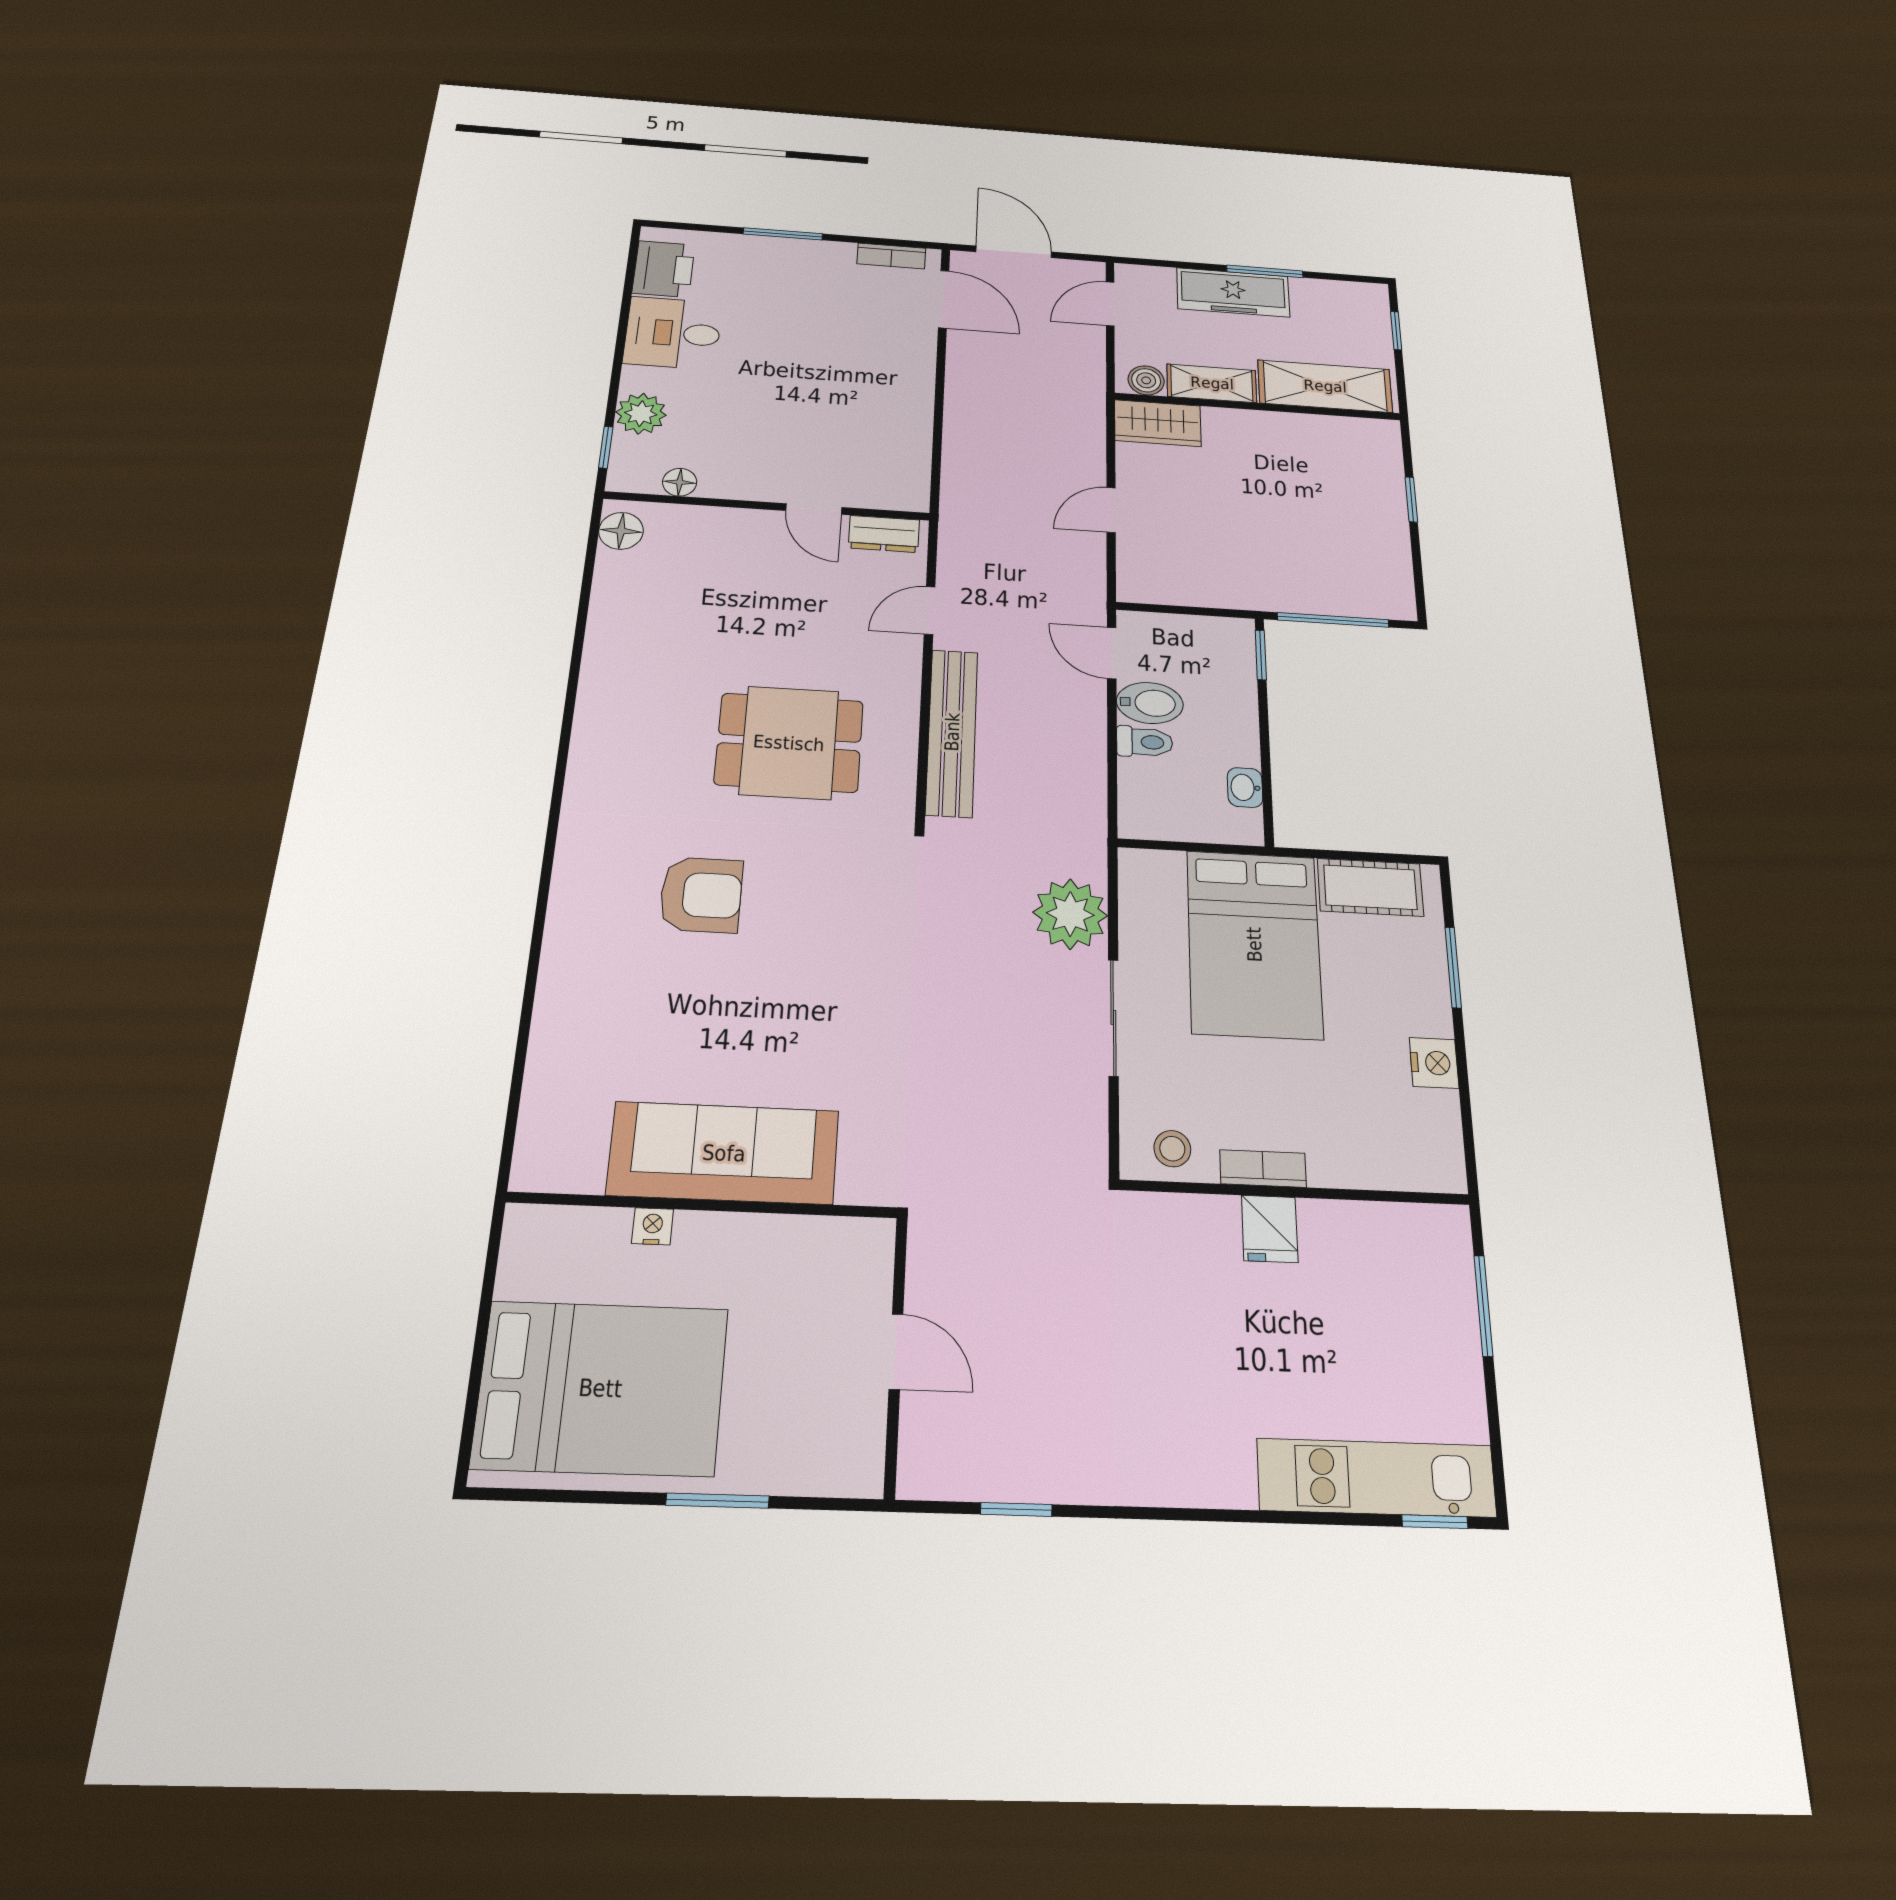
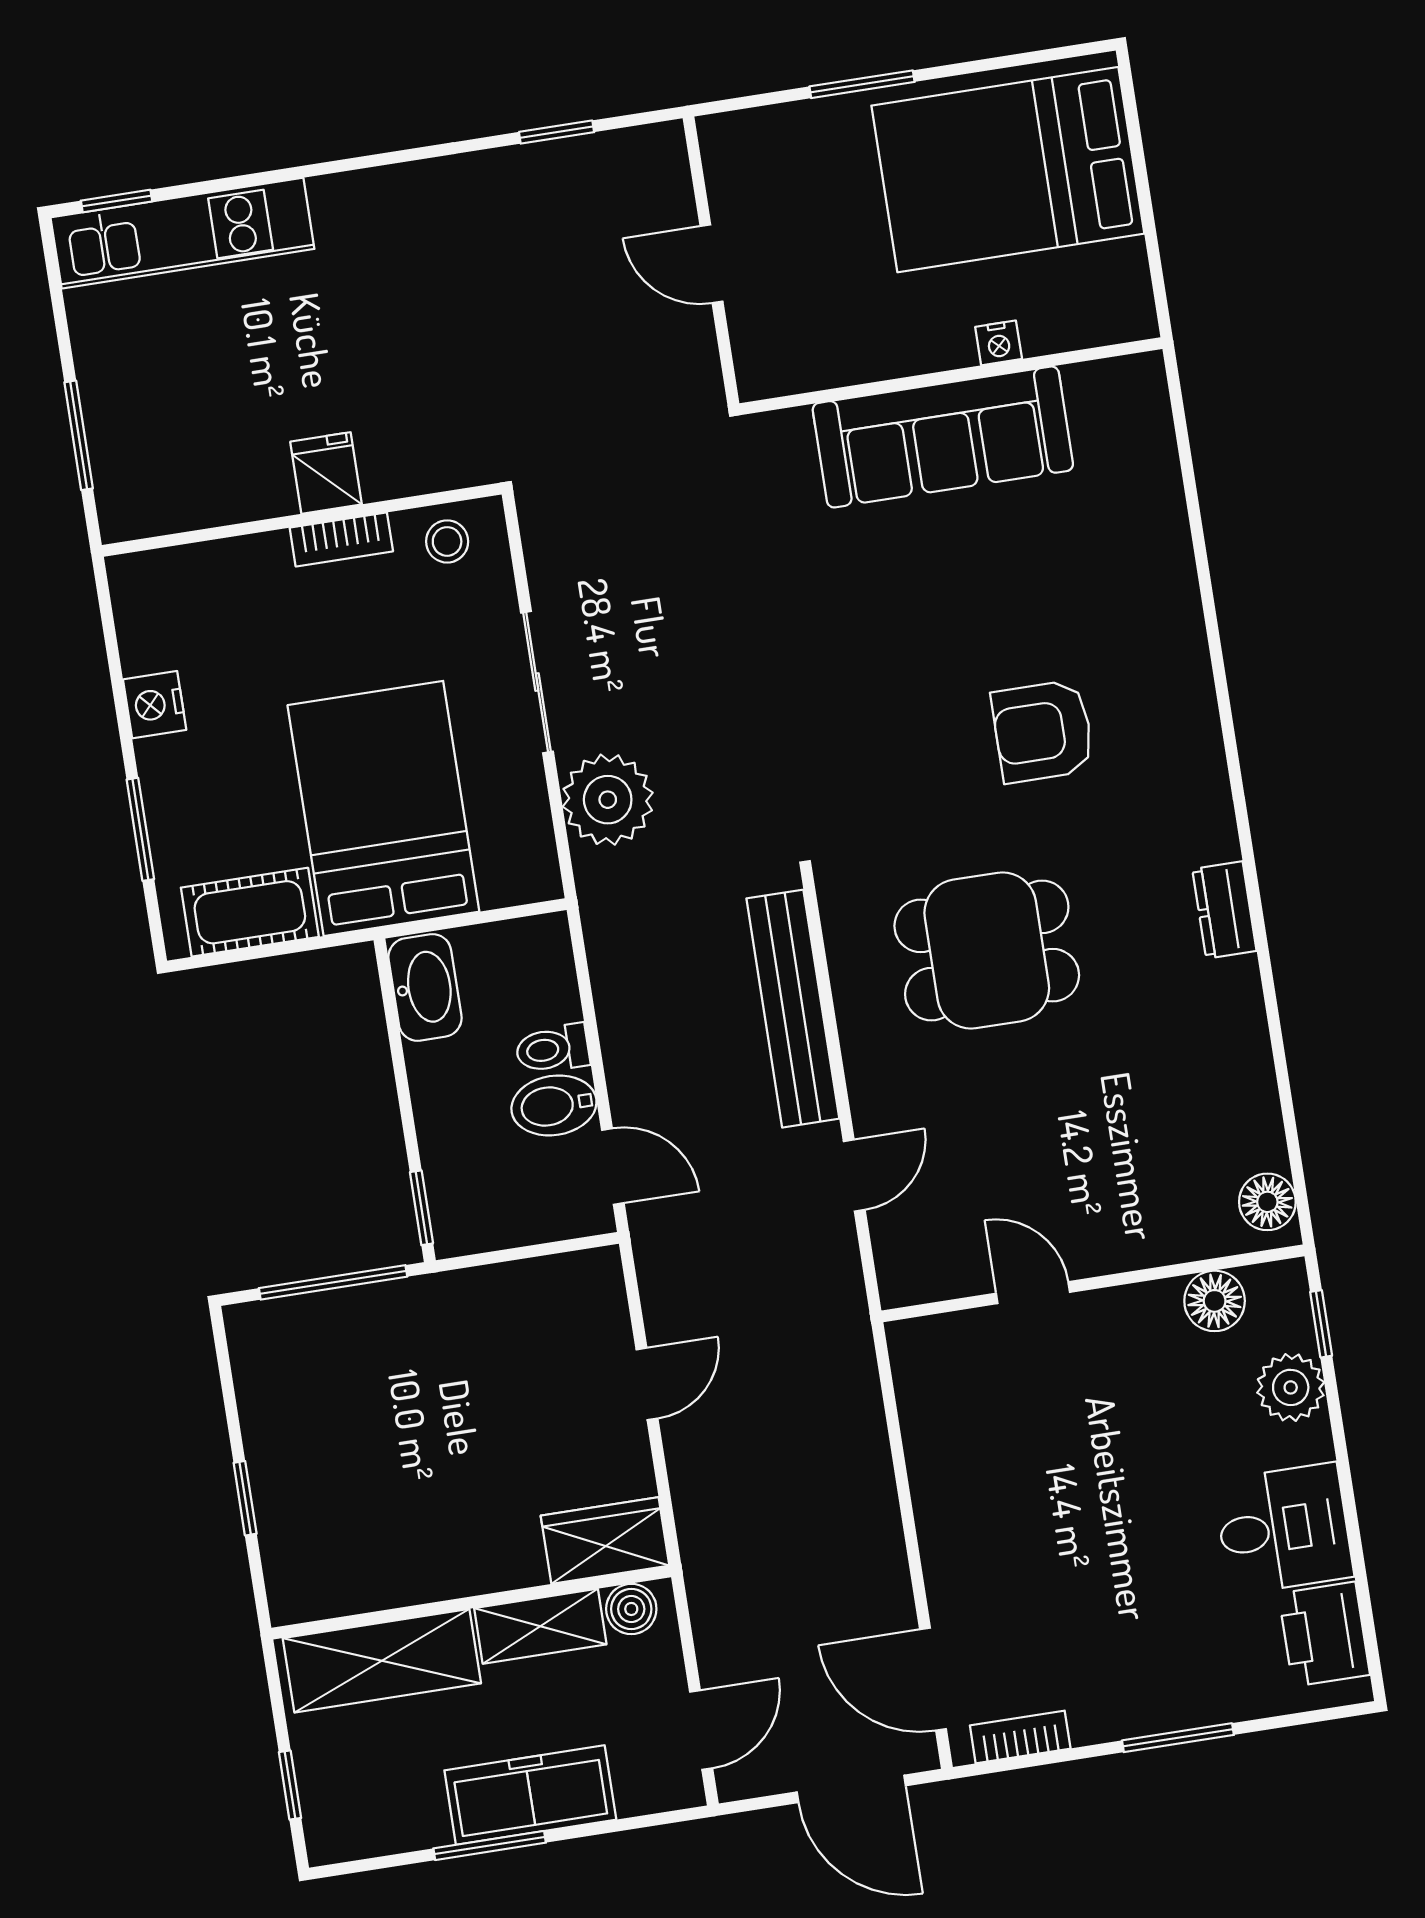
floor lamp: (680, 482) -> (1215, 1301), width x1.37, depth x1.37
dresser: (884, 534) -> (1224, 910), moved, turned -90
washbasin: (1245, 788) -> (425, 987), width x1.91, depth x1.45

